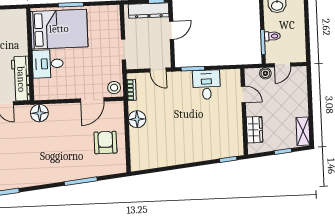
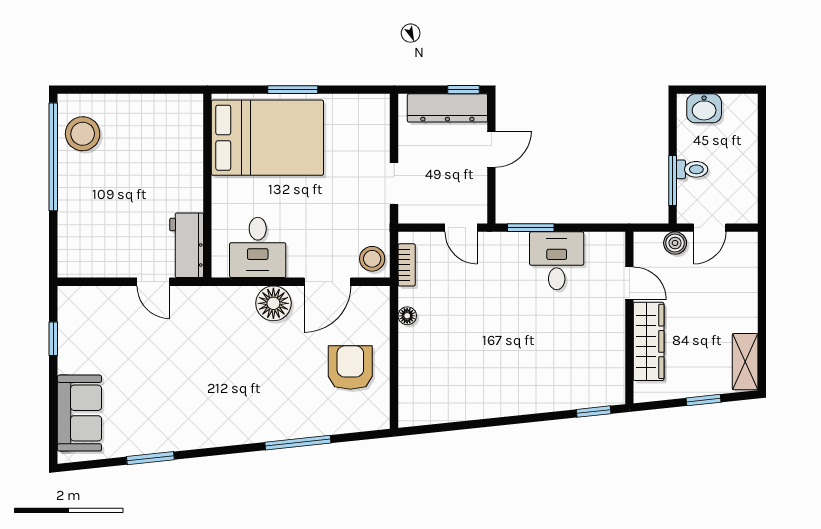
desk: (48, 64) -> (258, 247), moved, turned -90
workbench: (21, 79) -> (187, 245), width x0.73
floor lamp: (39, 113) -> (273, 303), moved
floor lamp: (137, 119) -> (407, 316), width x0.53, depth x0.53
wardrobe: (254, 130) -> (649, 341), width x1.50

